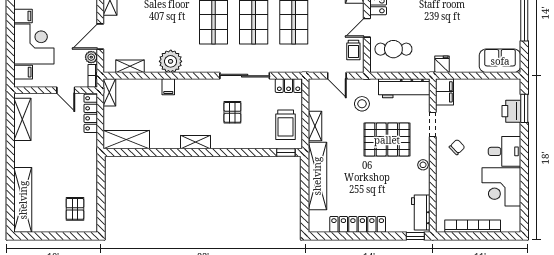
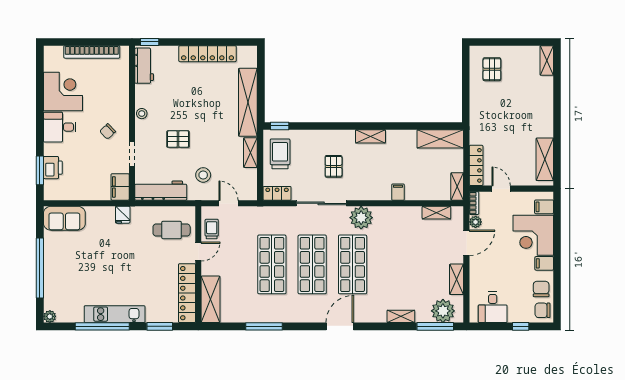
plant: (171, 61) -> (361, 218), moved
pallet: (387, 140) -> (178, 139), width x0.49, depth x0.50
shelving: (23, 200) -> (547, 60), width x0.45, depth x0.75

